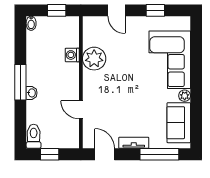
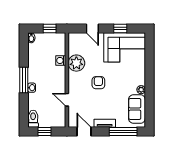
corner sofa: (170, 60) -> (125, 47), moved, turned -90
armchair: (125, 86) -> (98, 83), added

